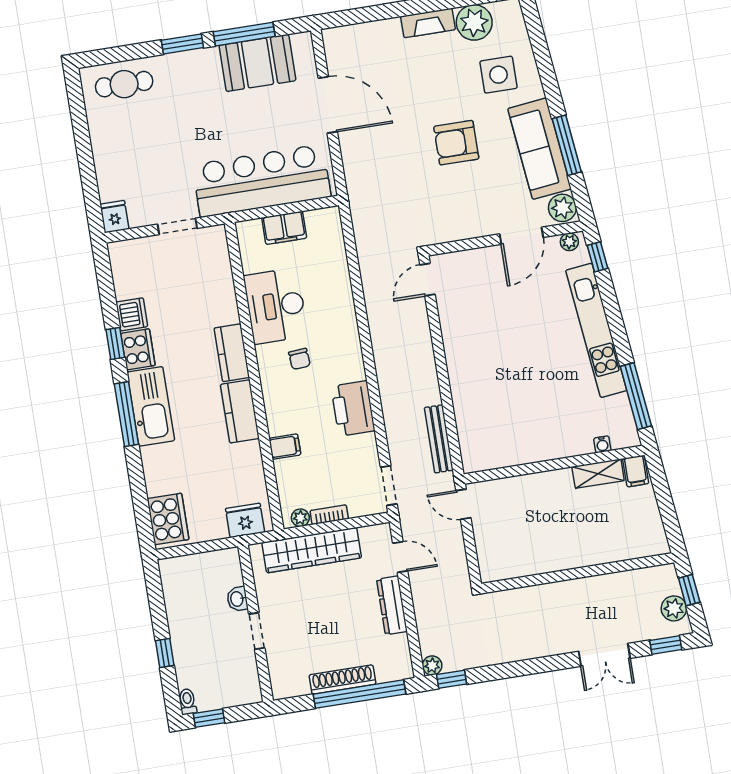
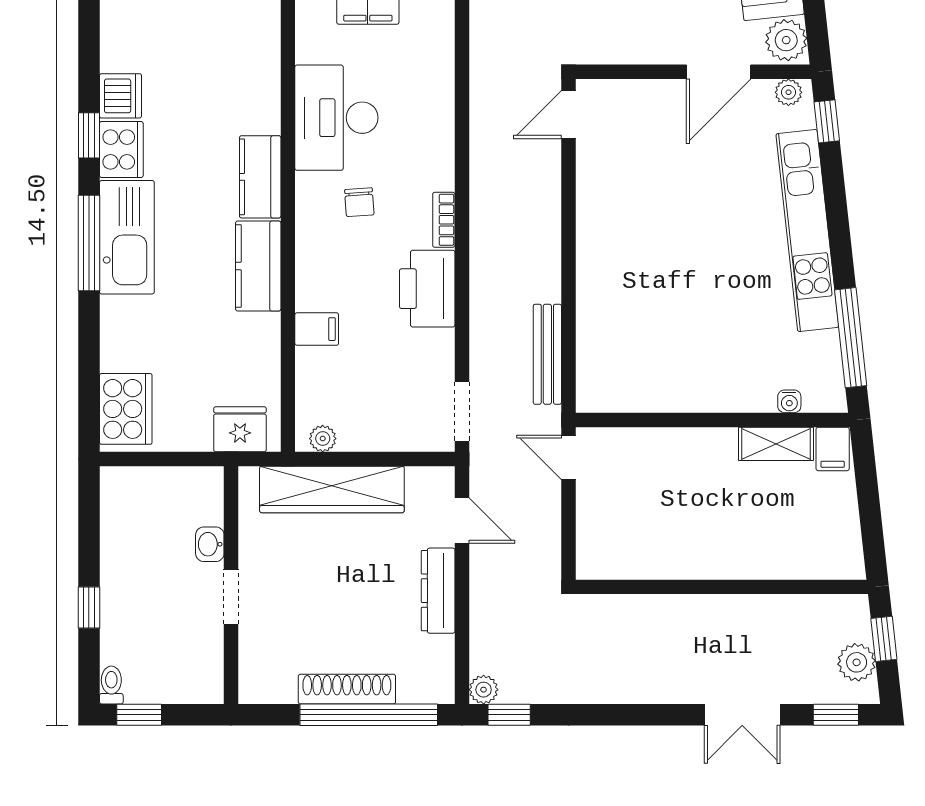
bookcase: (329, 515) -> (444, 220), moved, turned -90

